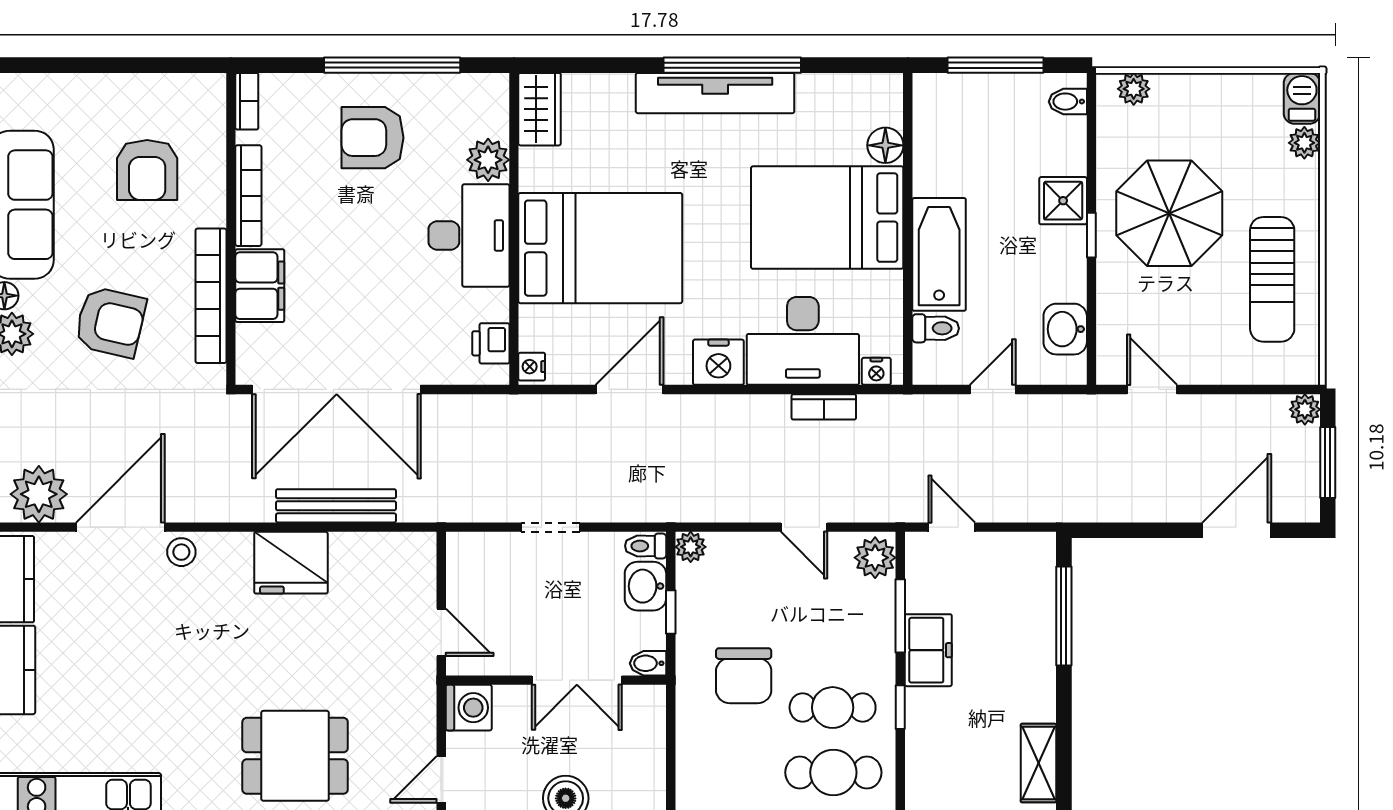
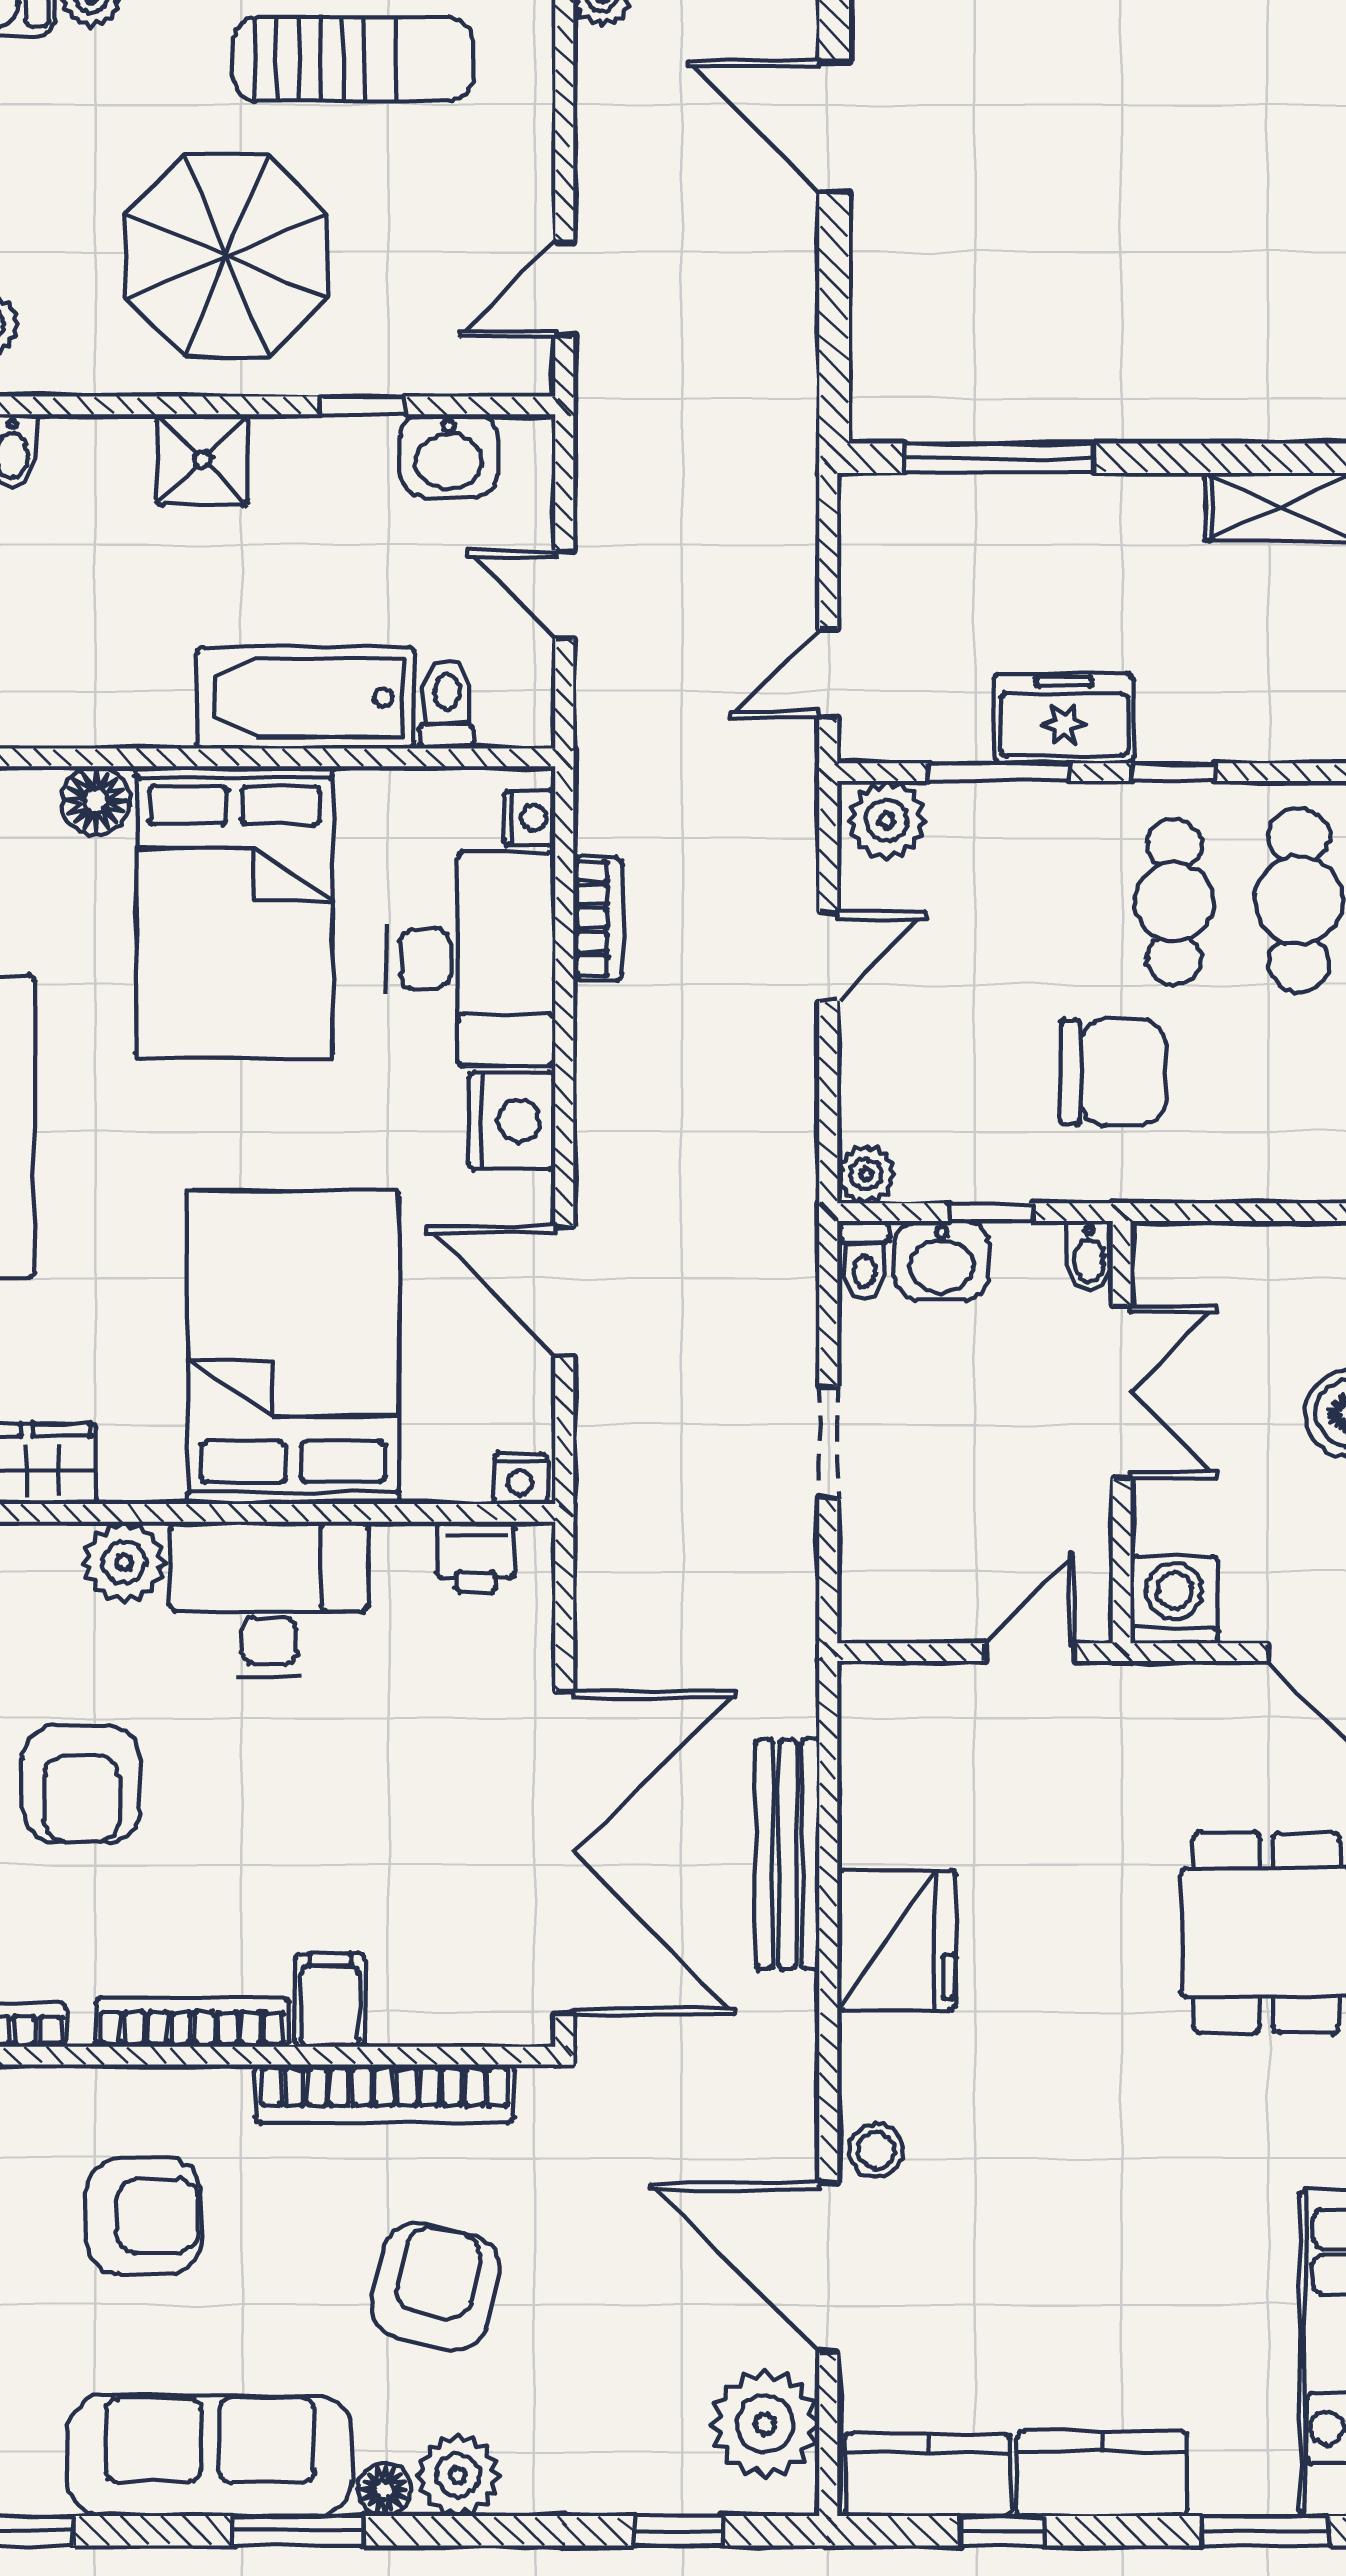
window: (1091, 235) -> (363, 405), moved
filing cabinet: (260, 286) -> (330, 2000), width x0.50

